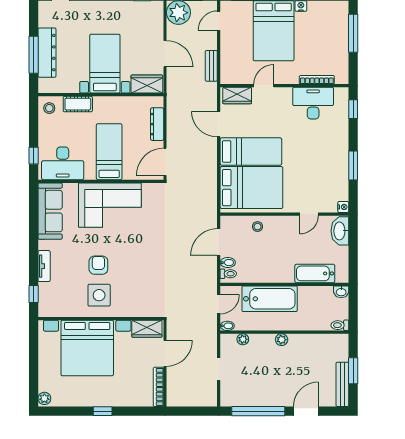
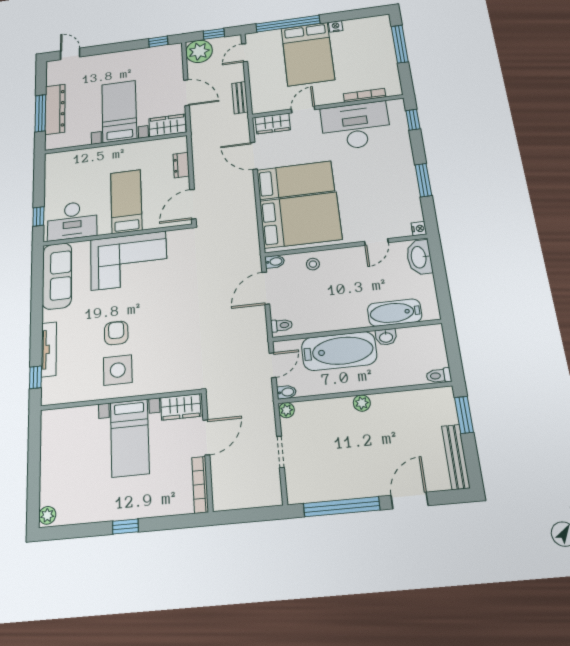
desk: (313, 103) -> (356, 126), width x1.36, depth x1.30
cot: (78, 104) -> (89, 156), removed
stool: (49, 108) -> (57, 164), removed
dresser: (157, 124) -> (181, 165), width x0.70
bidet: (228, 263) -> (275, 262), moved
tv unit: (44, 266) -> (49, 349), width x1.41
washbasin: (341, 292) -> (386, 337), moved
plant: (243, 339) -> (286, 410), moved
bed with nightstands: (87, 348) -> (130, 438), width x0.54
window: (353, 371) -> (464, 415), moved

